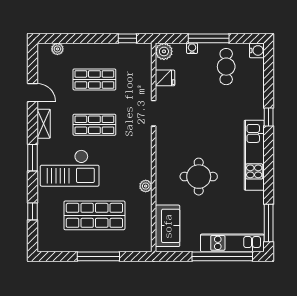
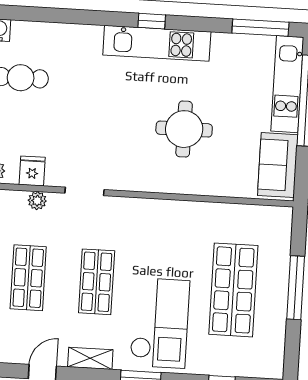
window: (269, 117) -> (152, 21), moved
plant: (146, 186) -> (37, 201), moved
sofa: (168, 226) -> (278, 165), moved, turned -90

